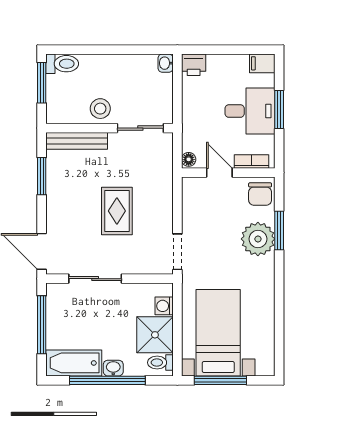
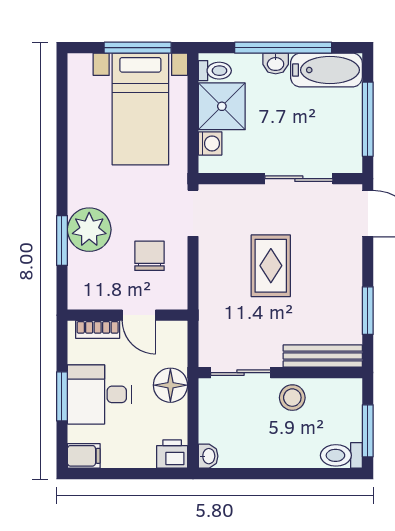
floor lamp: (189, 159) -> (170, 385), moved, width x1.89, depth x1.89
chair: (260, 194) -> (149, 256), moved

